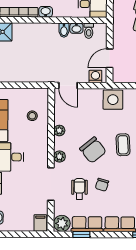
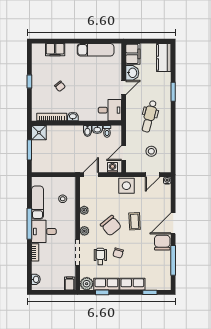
door: (68, 85) -> (91, 175), swing flipped

